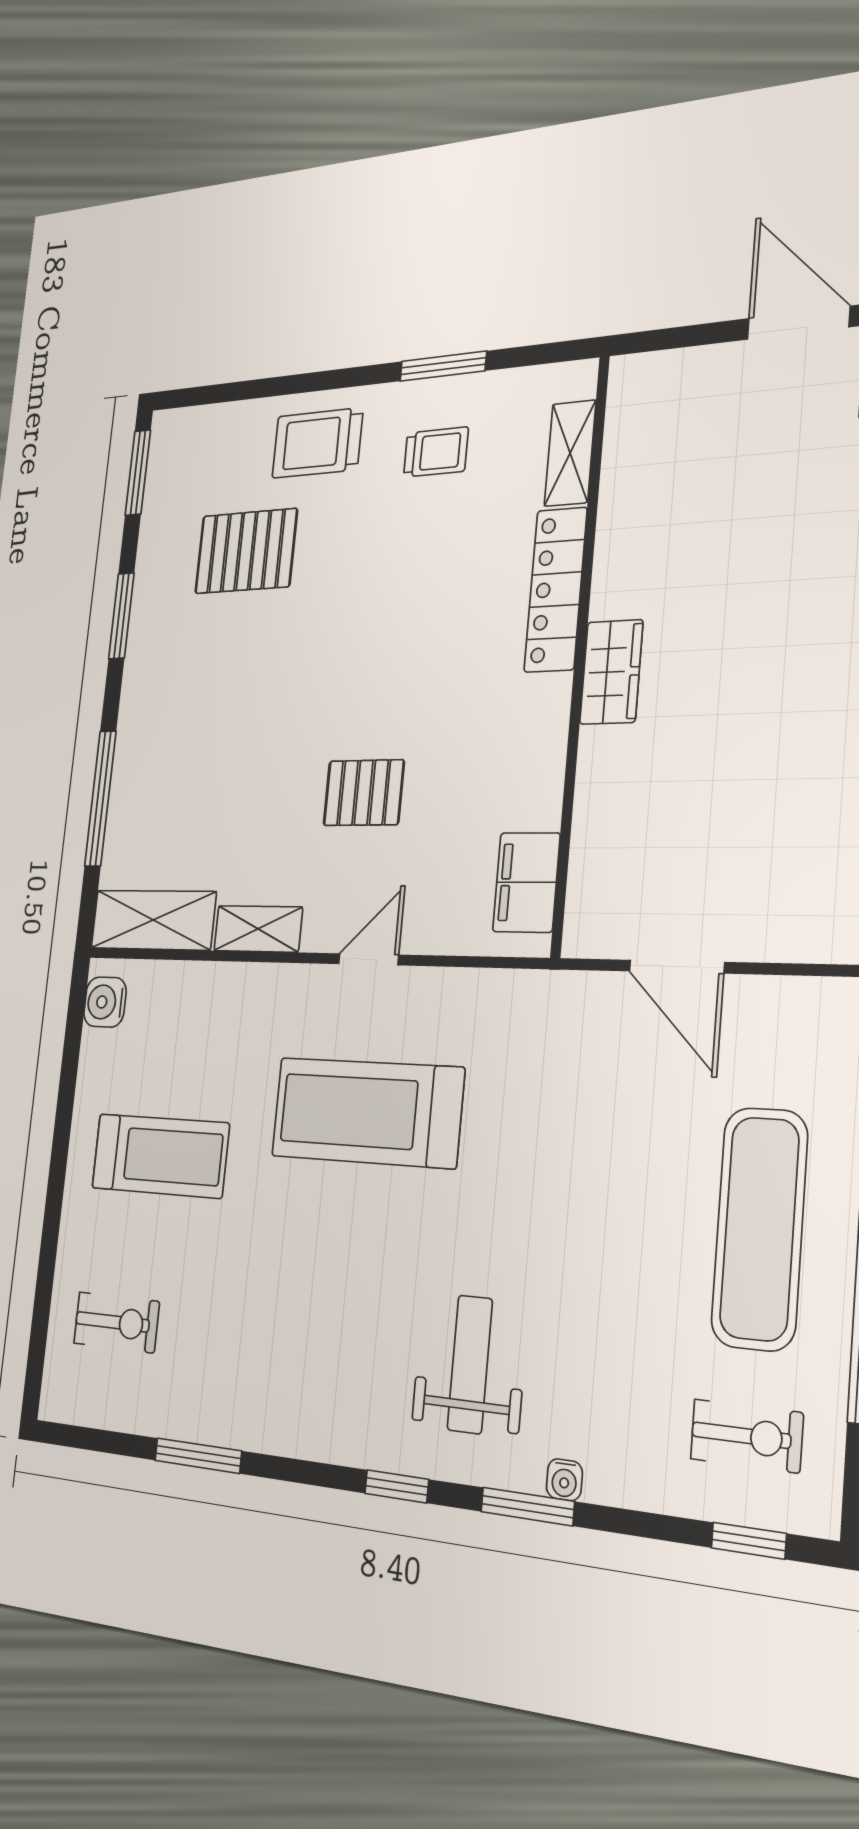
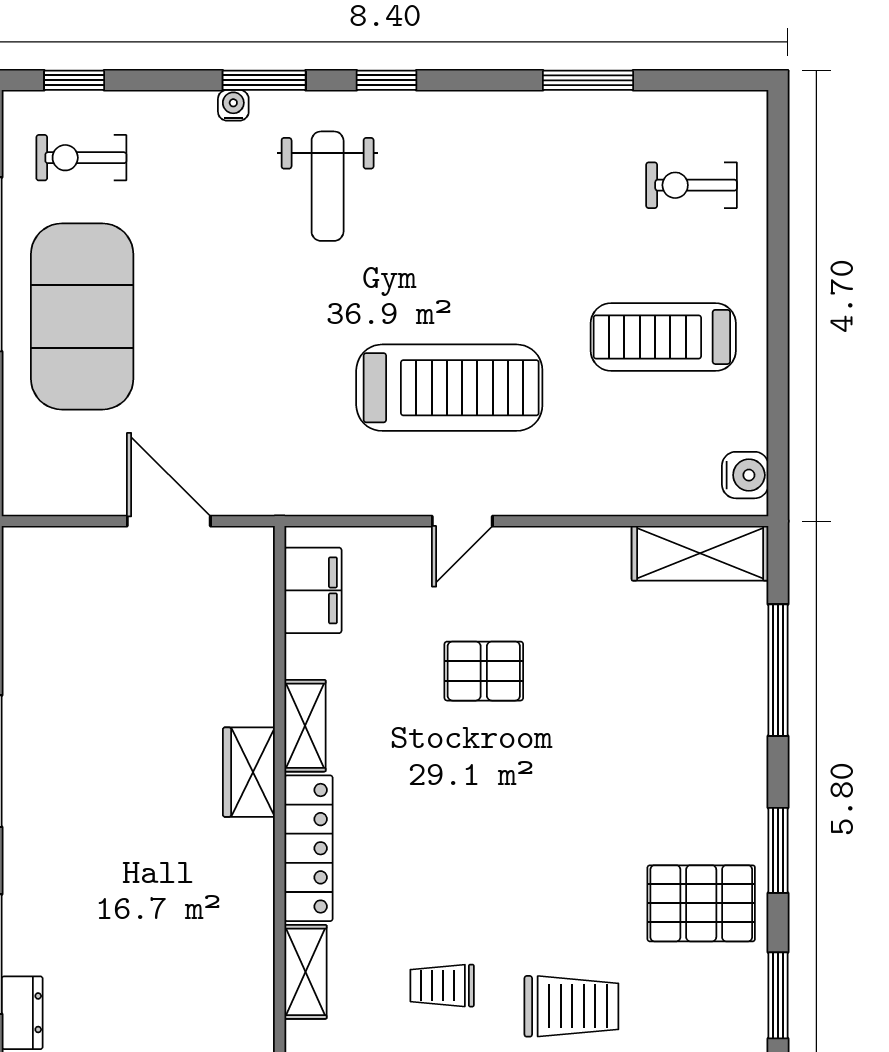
pallet: (246, 551) -> (701, 903), moved
shelving: (258, 929) -> (305, 726), moved, turned 90
exercise mat: (760, 1228) -> (82, 316), width x1.47

